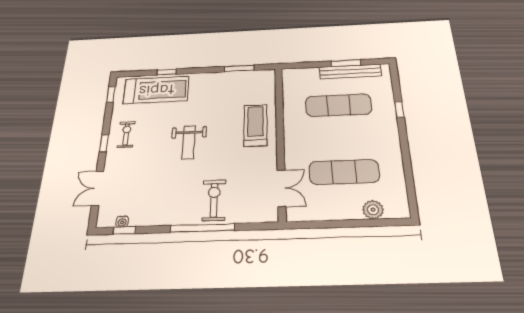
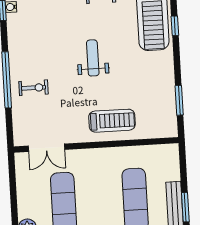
weight bench: (189, 142) -> (93, 58), turned 90
exercise bike: (214, 200) -> (34, 88), width x0.73, depth x0.72

